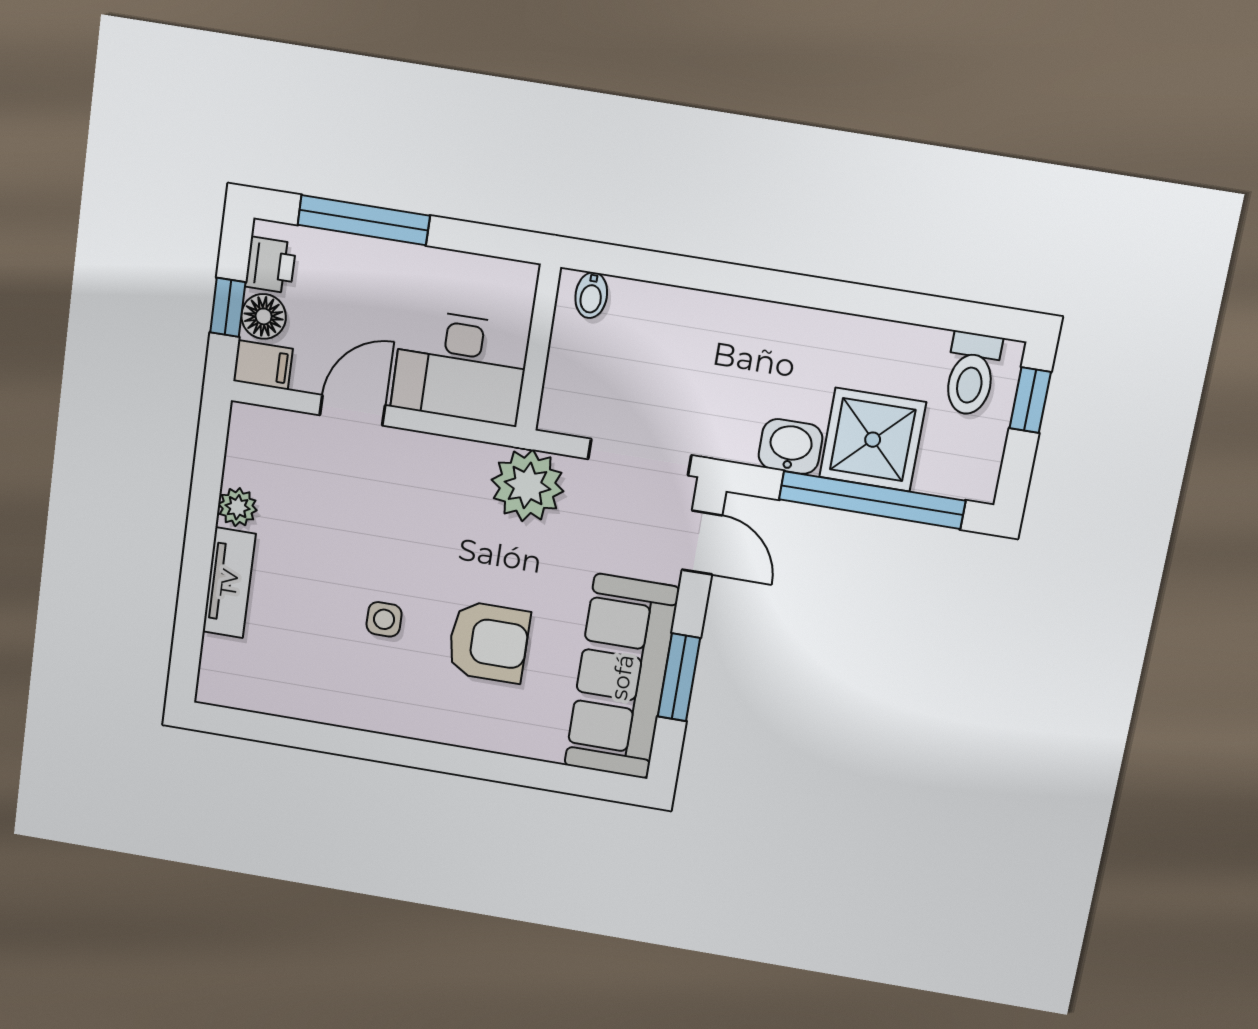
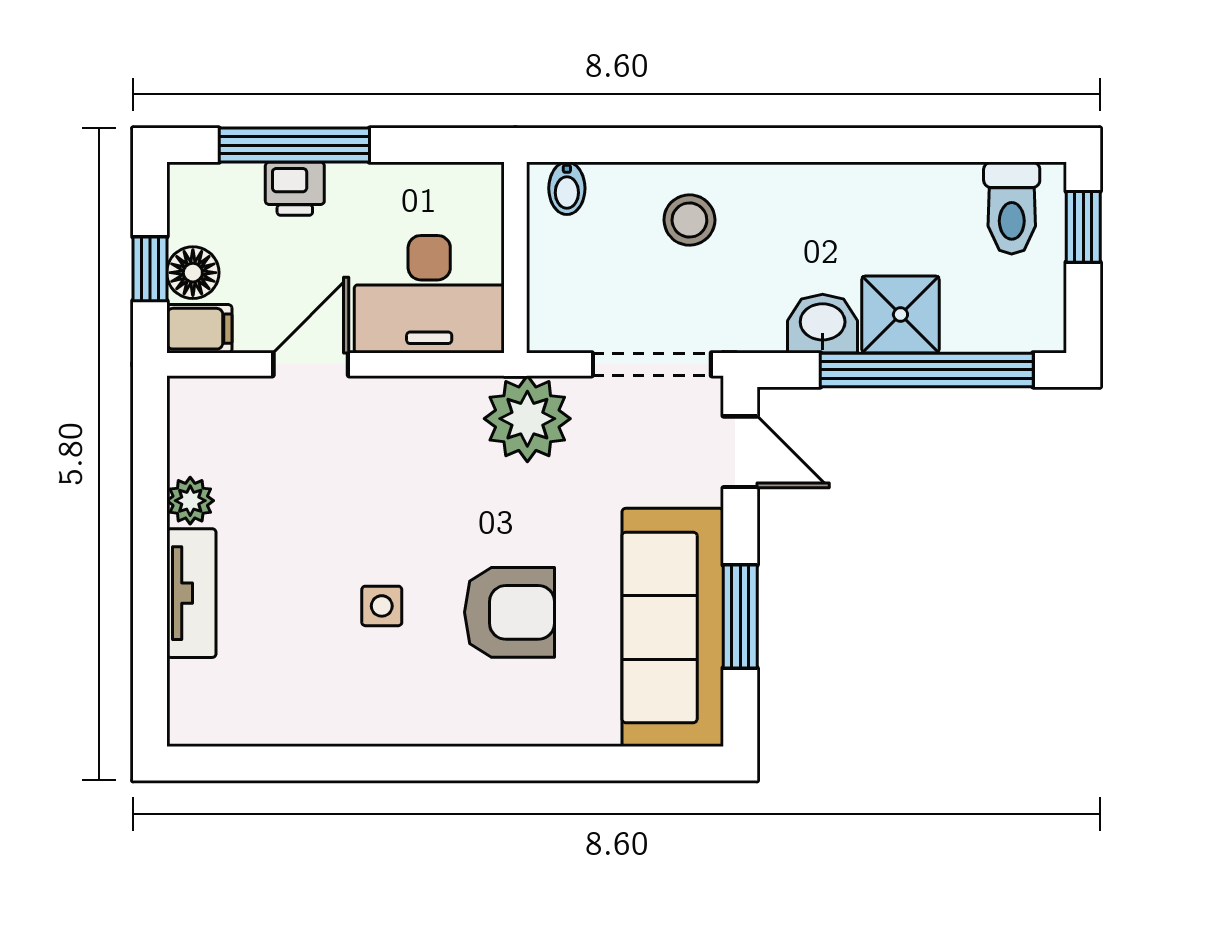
printer: (271, 265) -> (295, 189), moved, turned 90
stool: (692, 339) -> (689, 220), added
shower: (873, 440) -> (900, 314), width x0.73, depth x0.73

